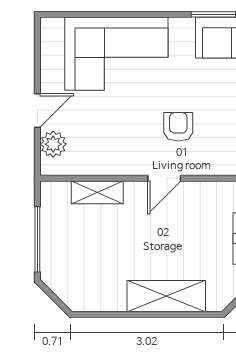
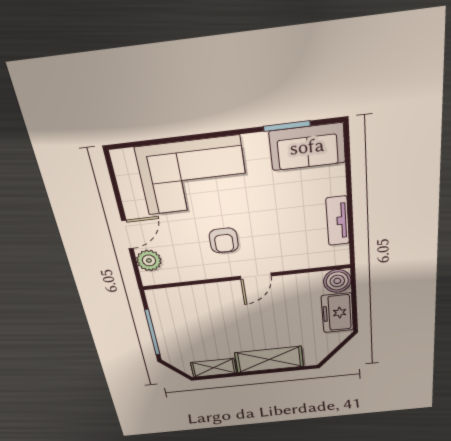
armchair: (178, 127) -> (224, 240), moved, turned 180
shelving: (97, 192) -> (214, 368), moved

